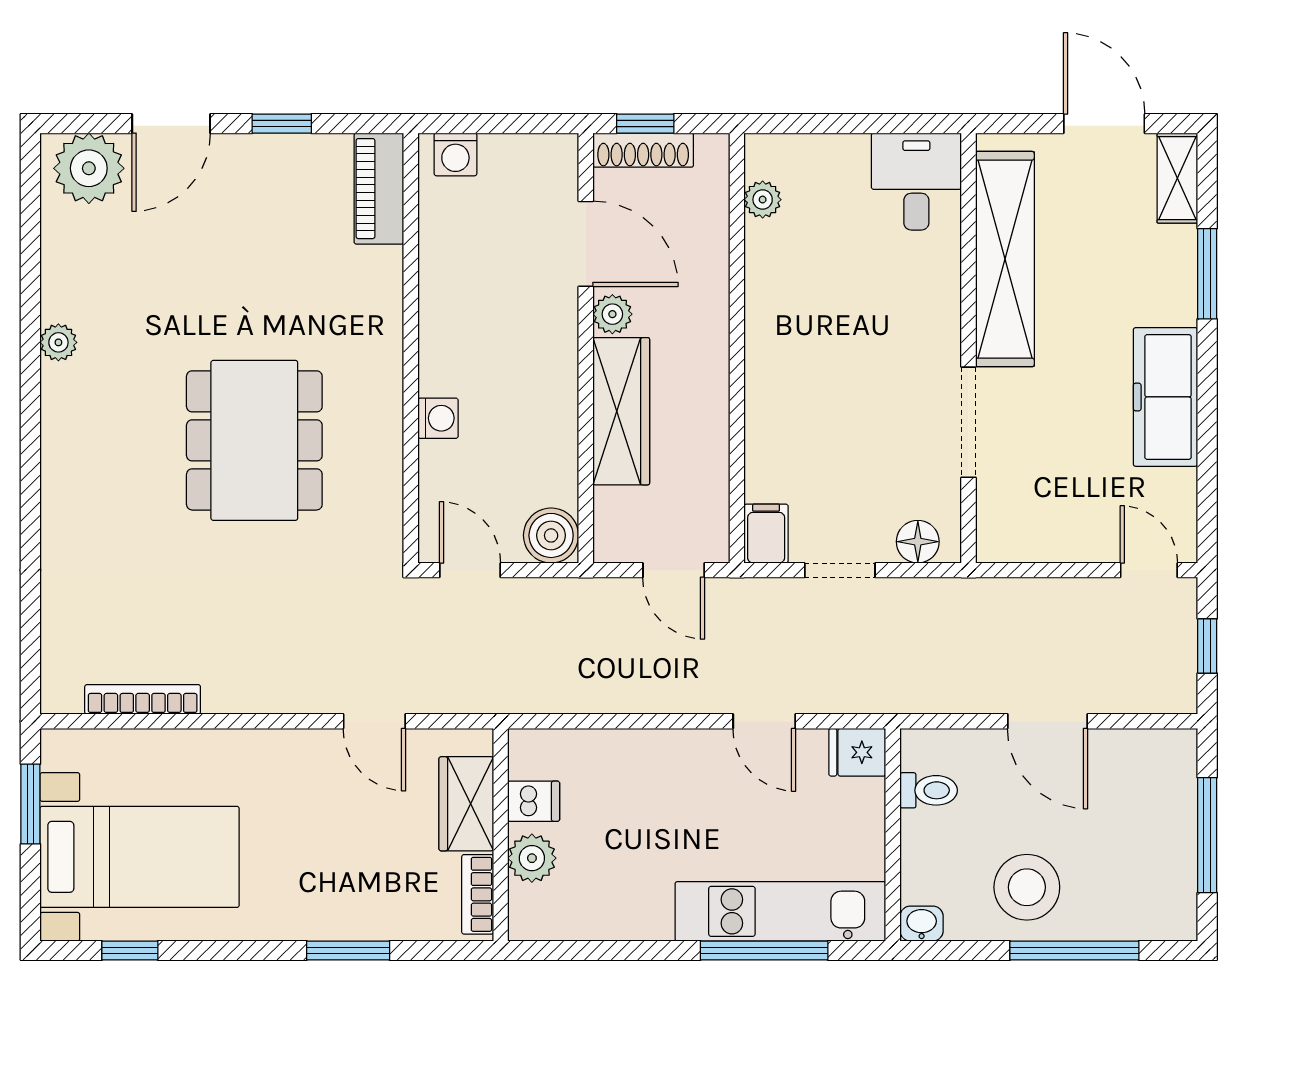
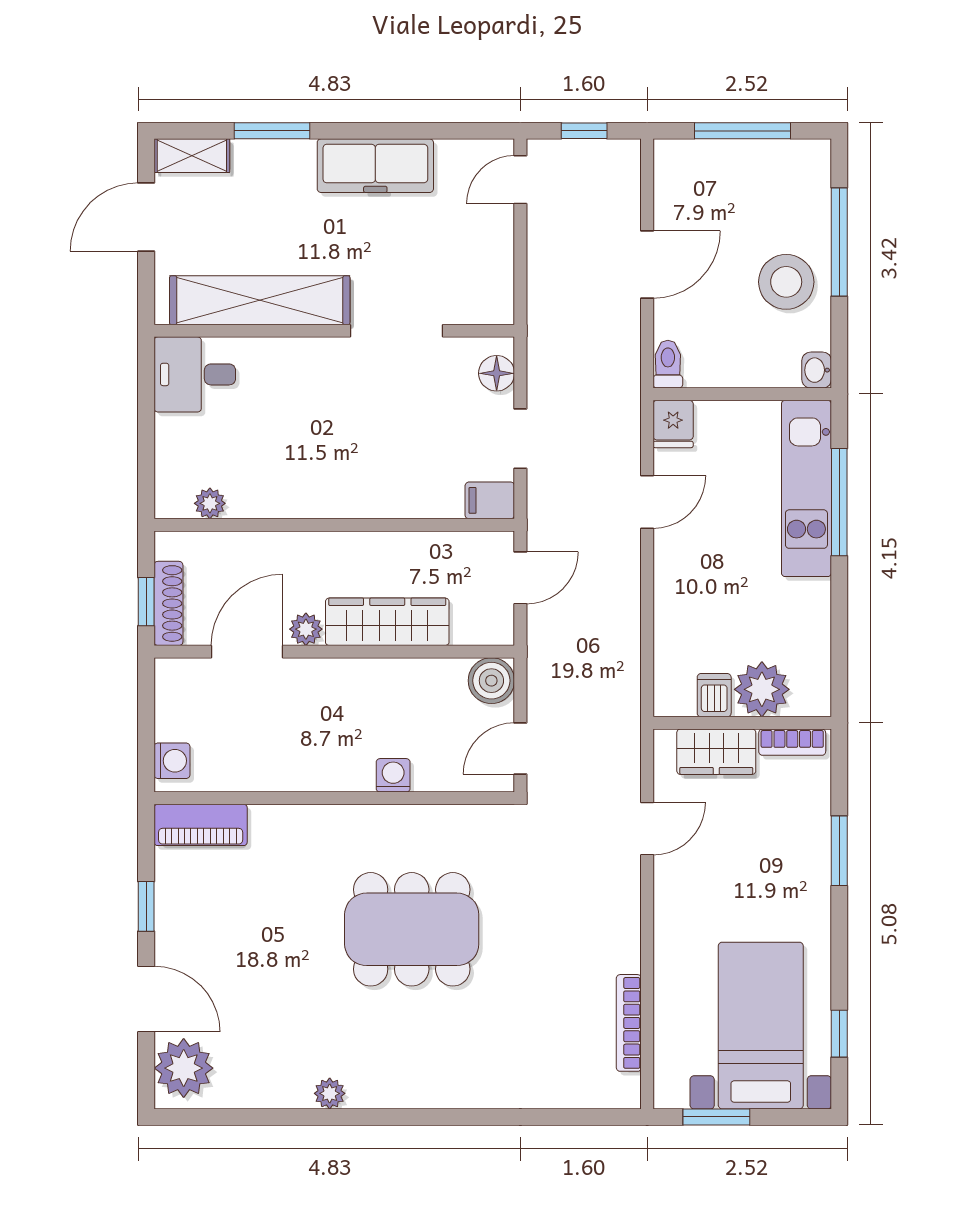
toilet: (929, 790) -> (668, 364), moved
plant: (532, 858) -> (762, 689), width x1.36, depth x1.36

